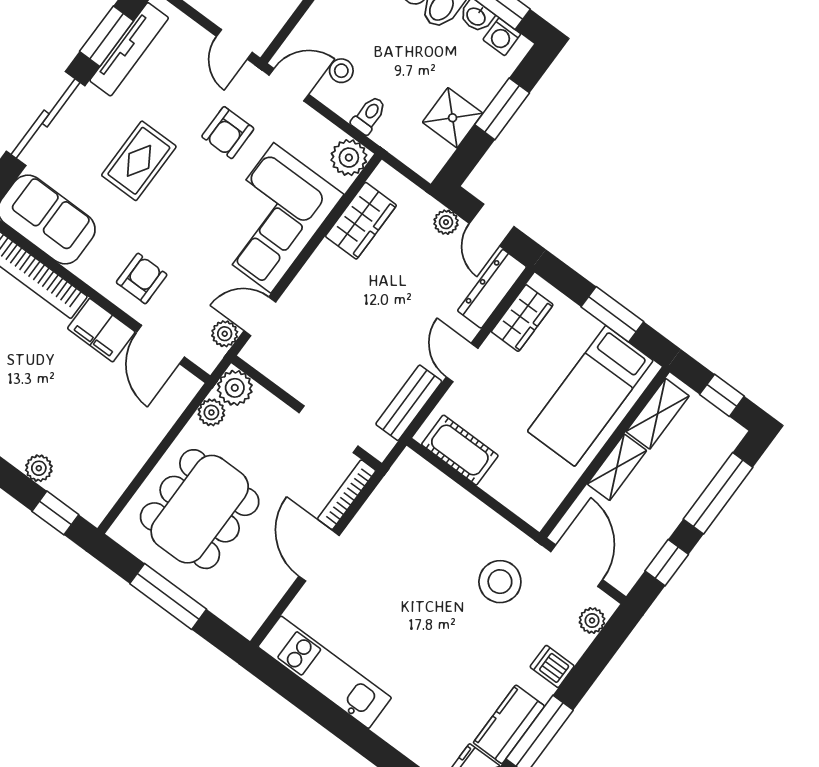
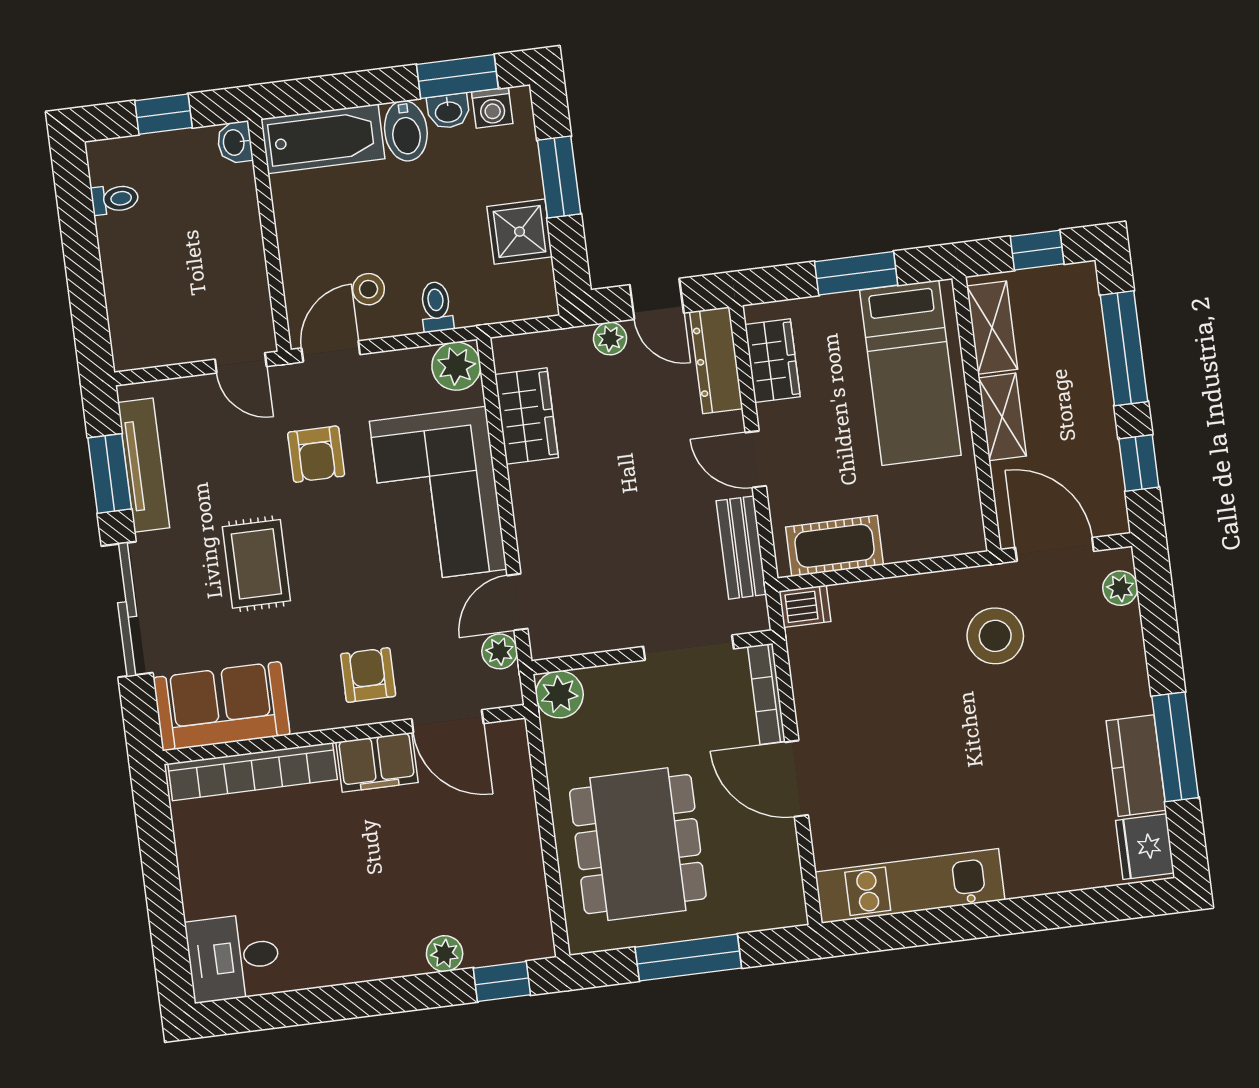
plant: (211, 412) -> (560, 740), removed
dishwasher: (552, 666) -> (805, 606), moved, turned 180

